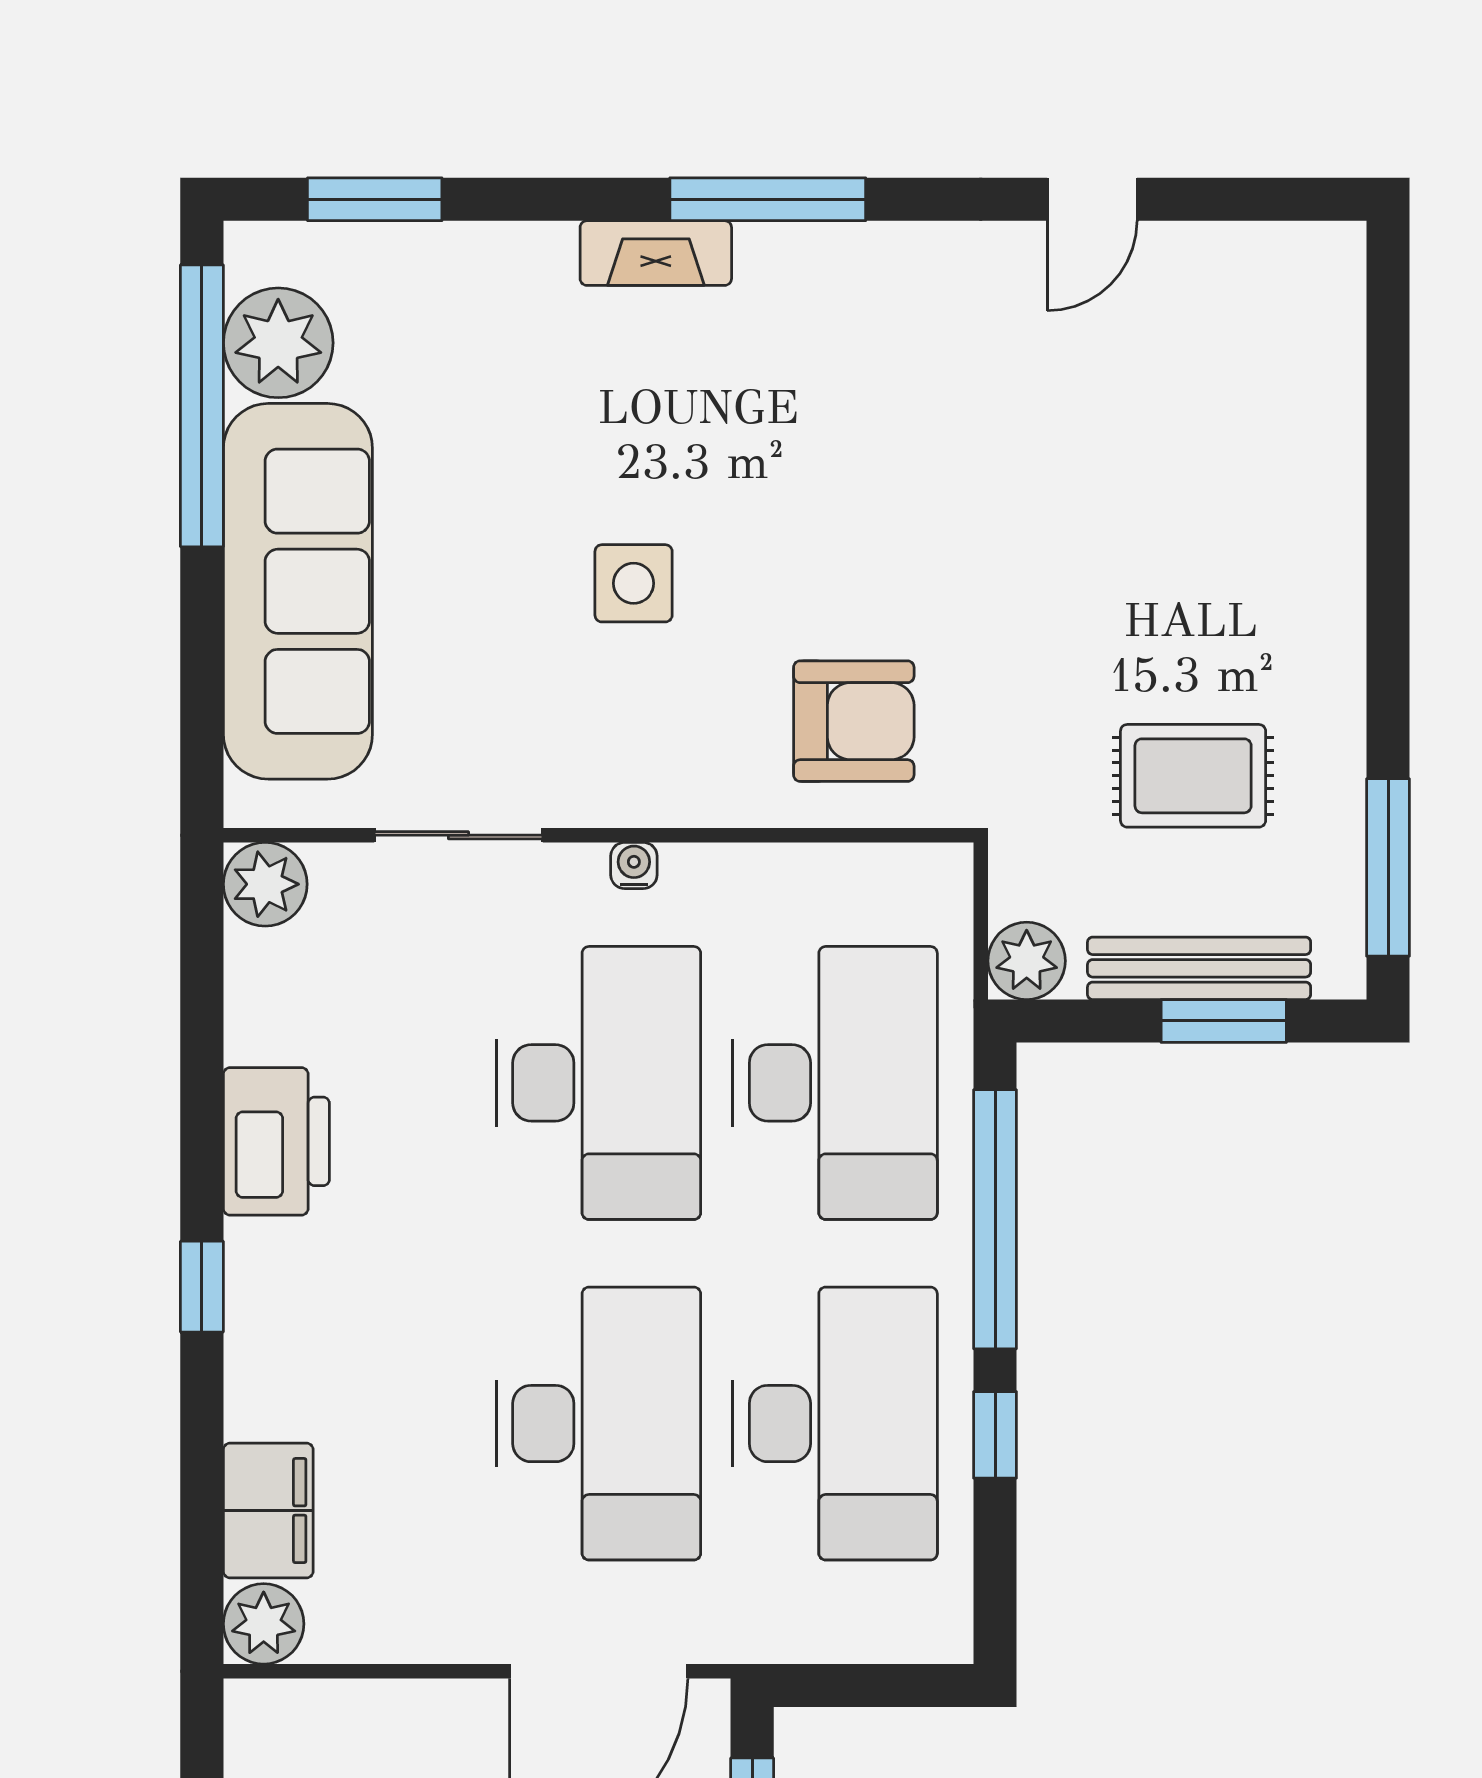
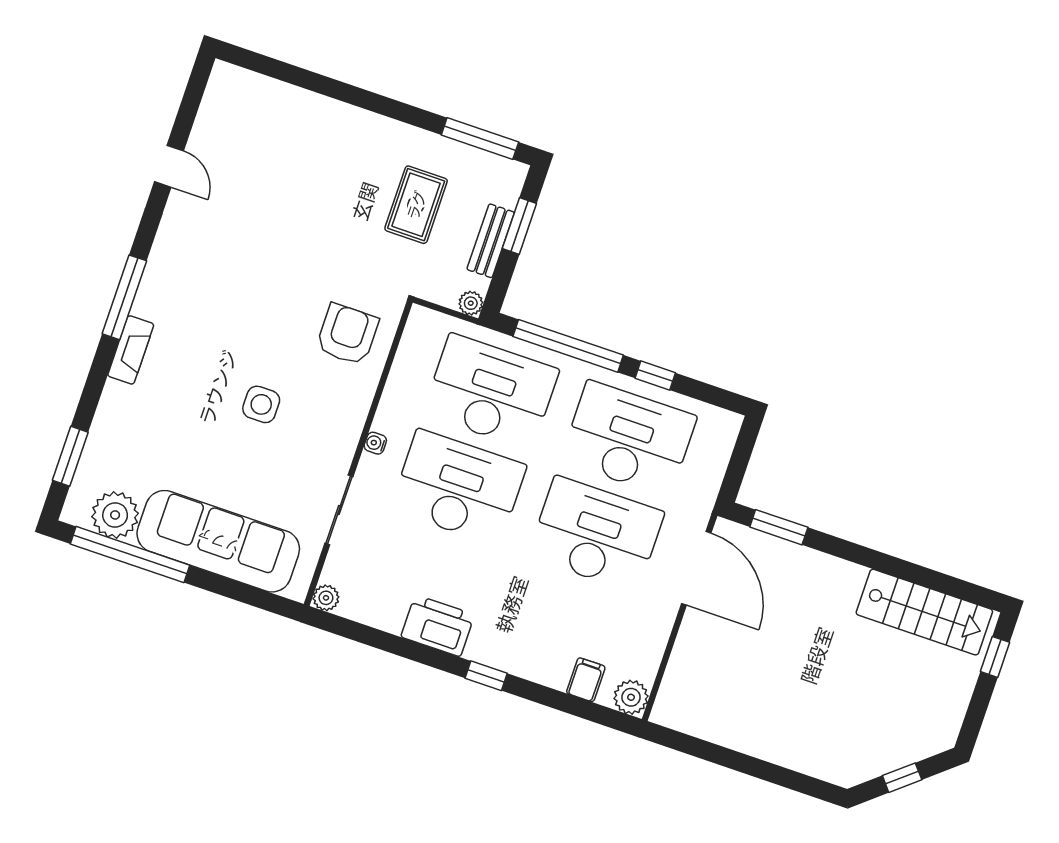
plant: (265, 884) -> (326, 598), width x0.73, depth x0.73
plant: (1027, 961) -> (471, 303), width x0.73, depth x0.73
bench: (1199, 968) -> (491, 241), width x0.73
filing cabinet: (268, 1511) -> (586, 680), width x0.50

